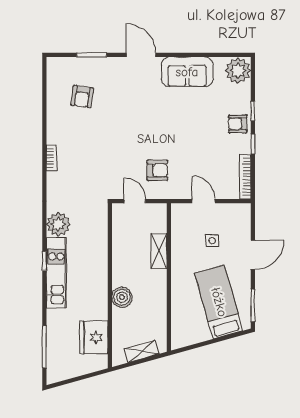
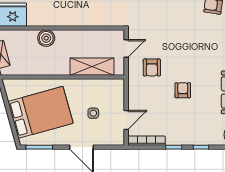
armchair: (238, 124) -> (183, 90), moved
door: (204, 201) -> (126, 120), moved
shelving: (159, 251) -> (92, 67), width x1.50, depth x1.33
bed: (219, 302) -> (41, 112), width x1.50

